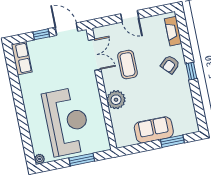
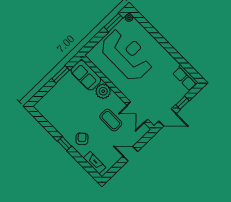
reception desk: (67, 122) -> (127, 55), turned 180
sofa: (154, 130) -> (86, 75), moved, turned 90
window: (172, 141) -> (61, 74), moved
window: (82, 160) -> (114, 23), moved

